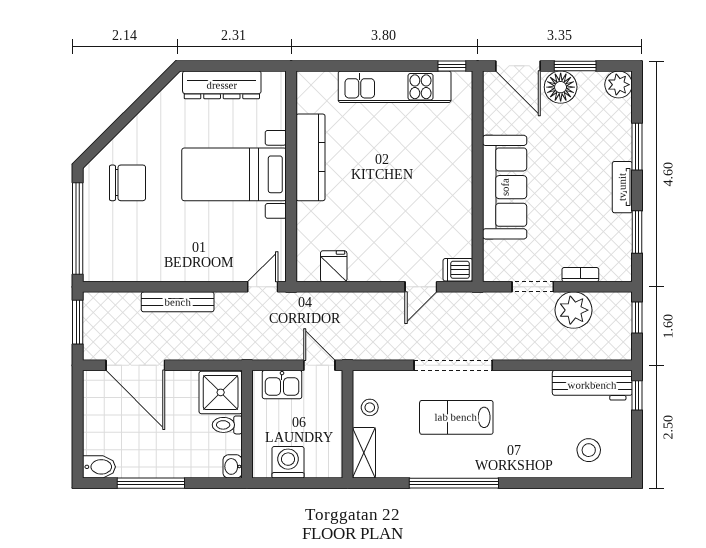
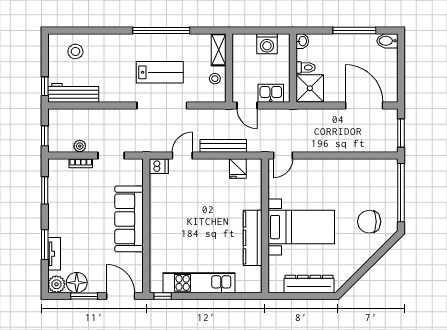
floor lamp: (561, 87) -> (77, 283), moved
tv unit: (622, 187) -> (54, 254), moved
bench: (178, 302) -> (223, 146), moved
plant: (574, 310) -> (80, 146), width x0.53, depth x0.53

